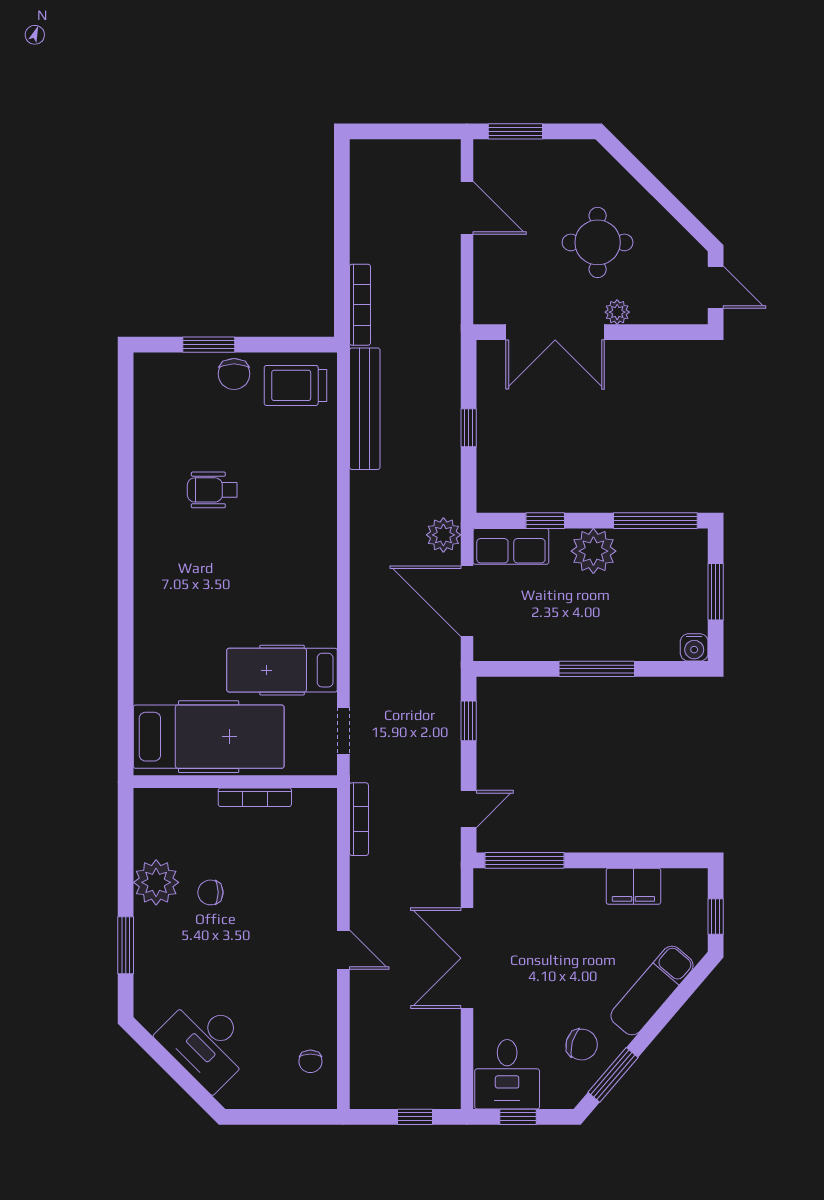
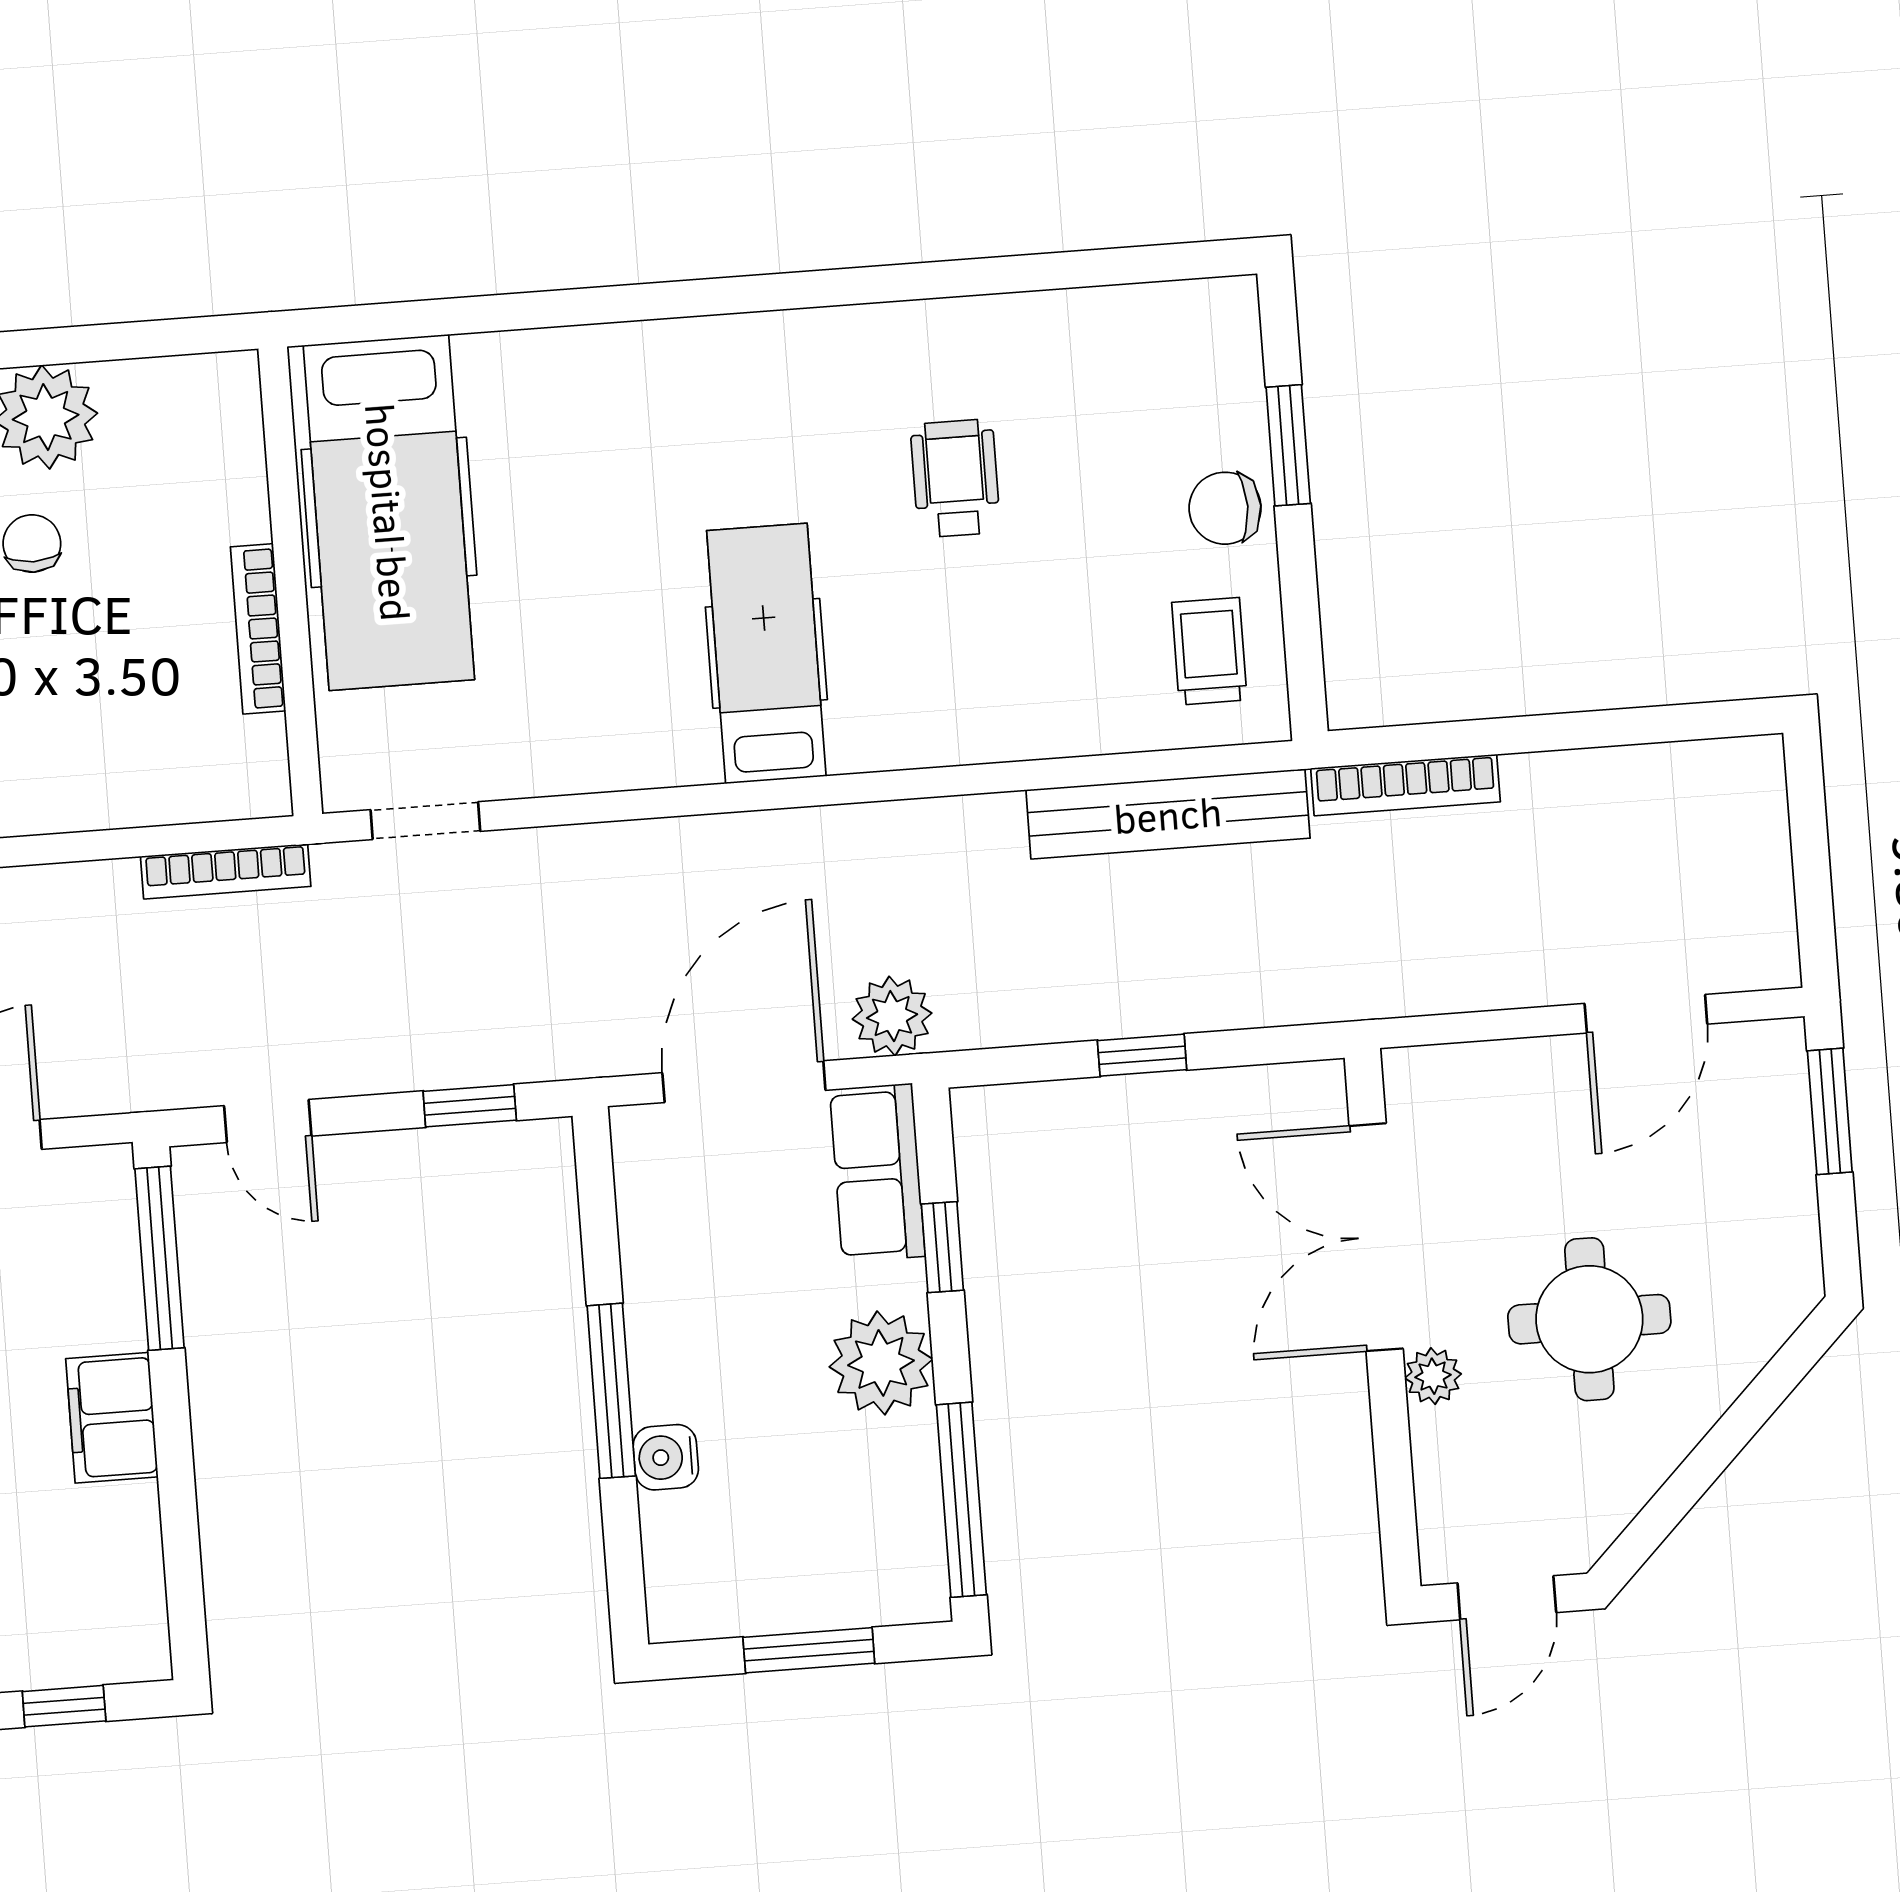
trolley: (296, 385) -> (1209, 651), width x0.73, depth x0.72
water cooler: (694, 647) -> (666, 1457), moved
hospital bed: (282, 670) -> (766, 653), moved
filing cabinet: (633, 886) -> (112, 1418), moved

